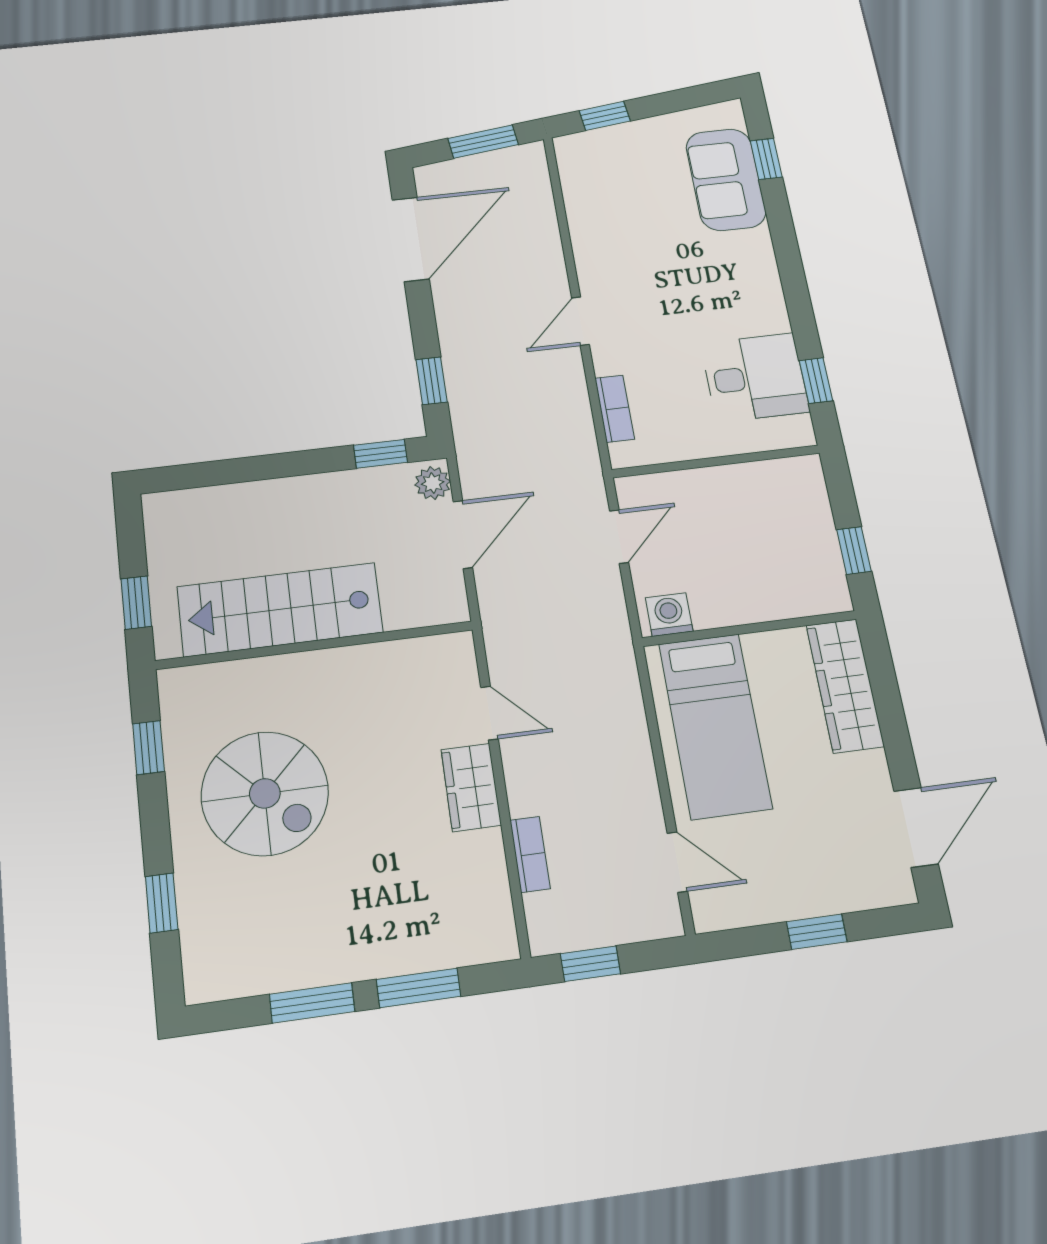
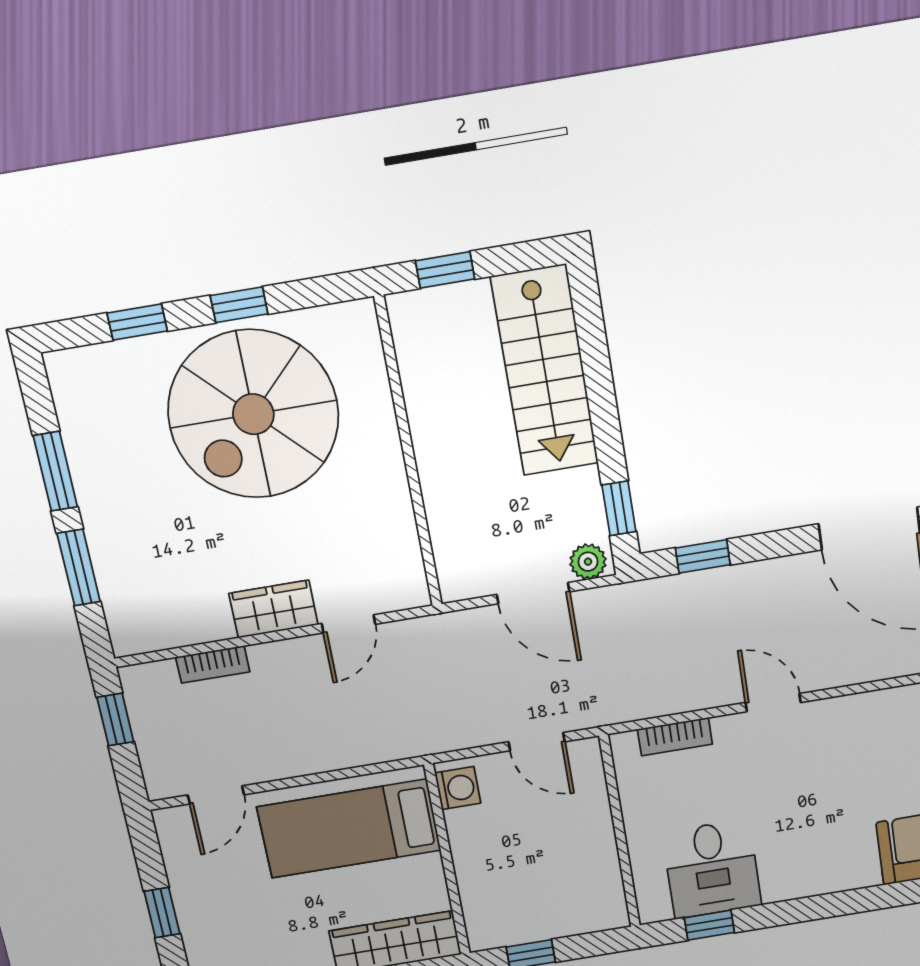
stairs: (280, 609) -> (545, 371), moved, turned 180
window: (149, 748) -> (239, 305), moved
spiral stairs: (265, 793) -> (253, 414), width x1.37, depth x1.37

